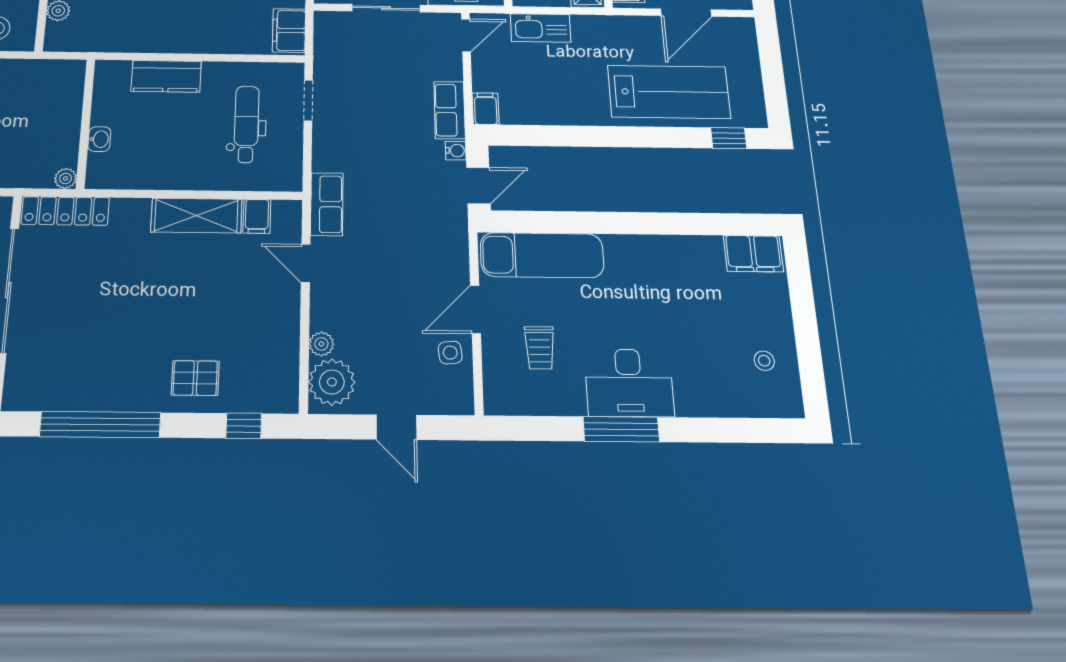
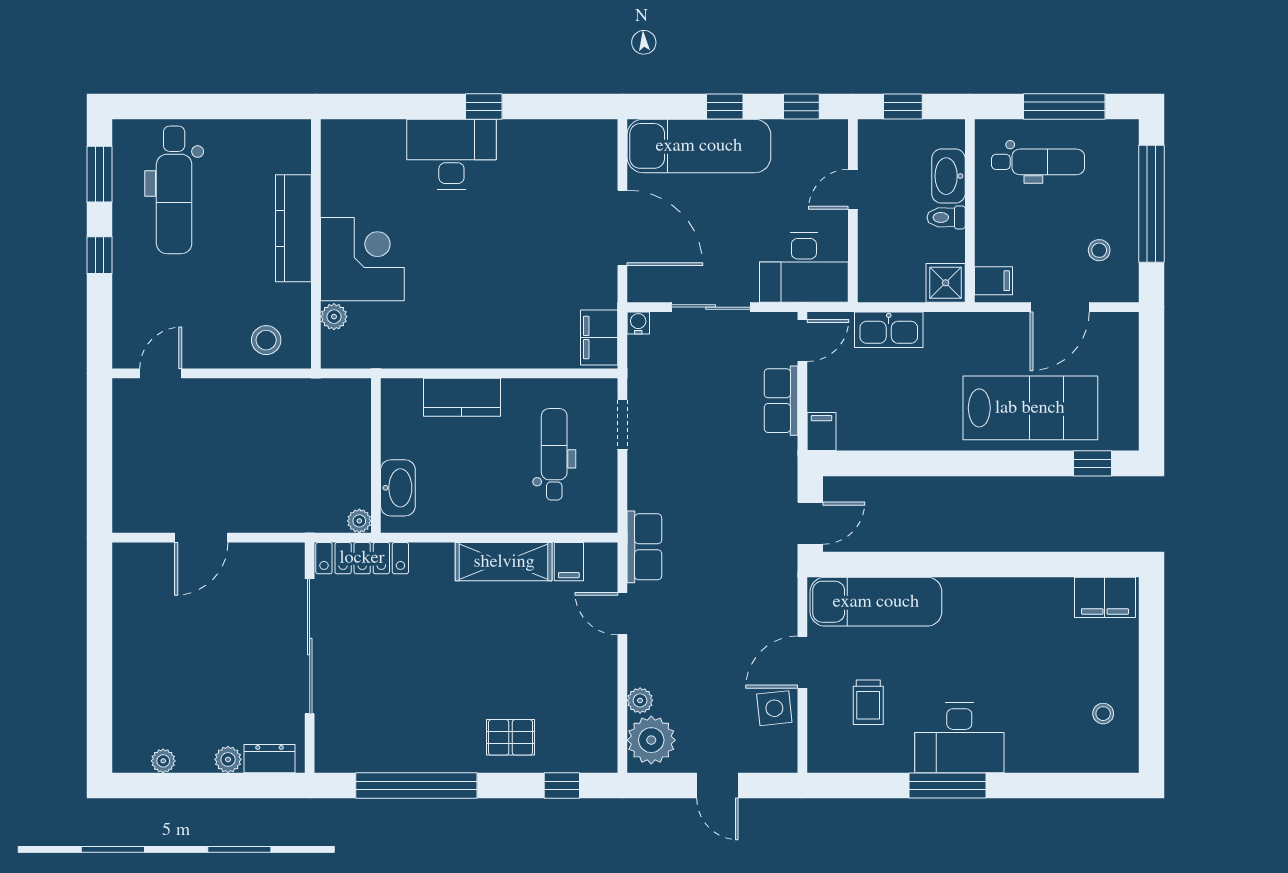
row of seats: (450, 110) -> (781, 401), moved
washbasin: (99, 139) -> (398, 488), width x1.91, depth x1.45
water cooler: (456, 151) -> (638, 323), moved, turned -90
side table: (450, 353) -> (774, 708), width x1.37, depth x1.37

